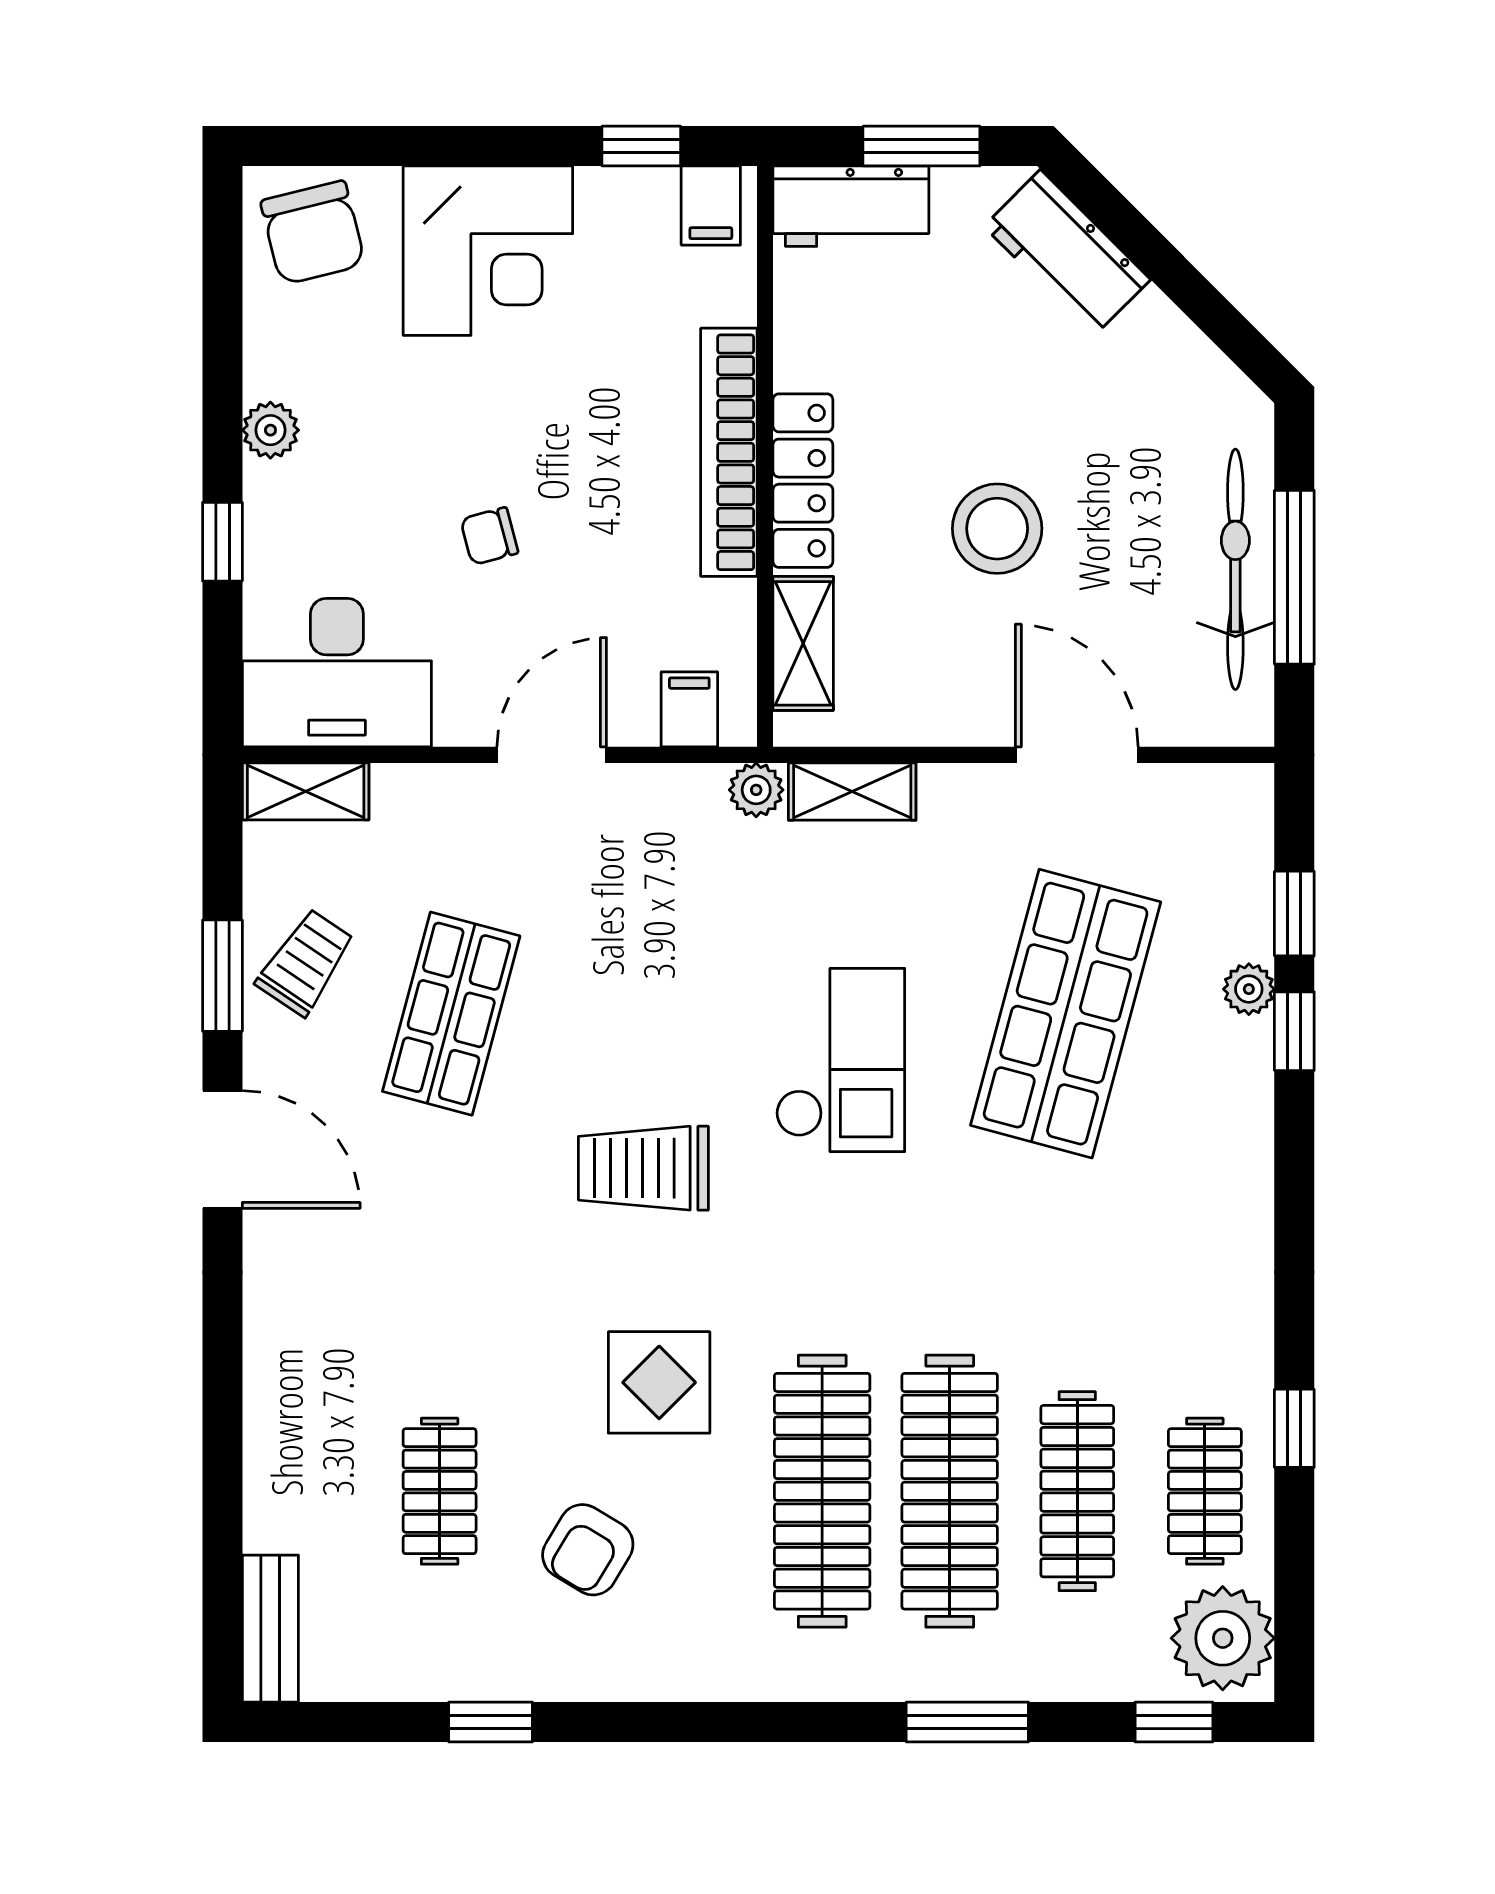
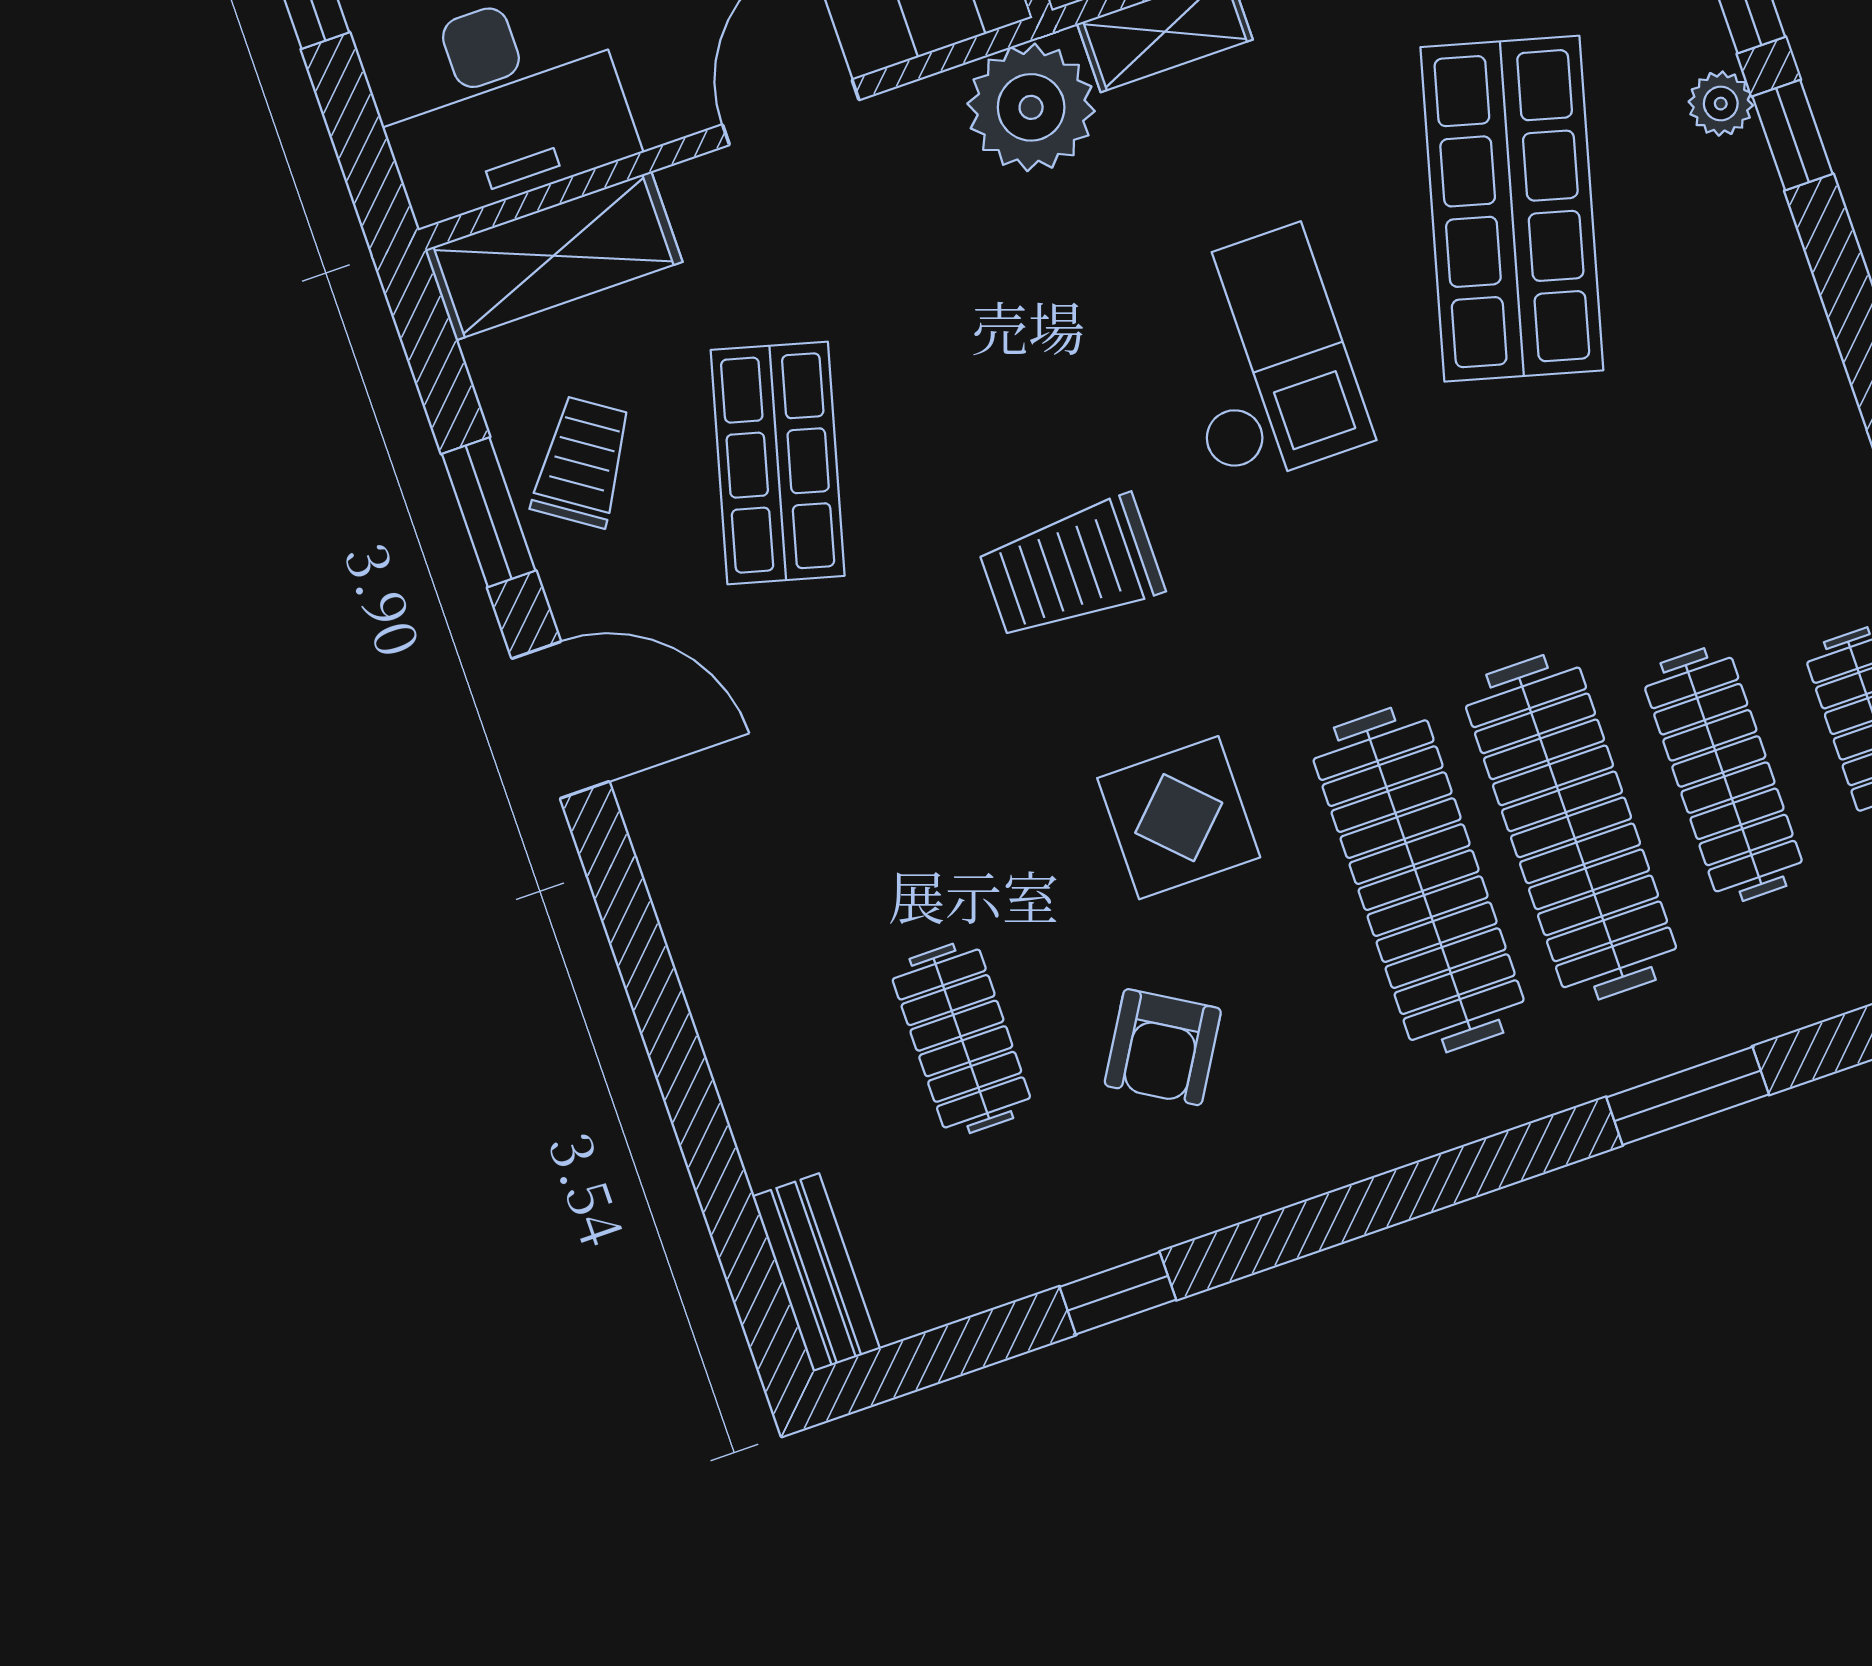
plant: (756, 790) -> (1031, 107), width x1.88, depth x1.88
shelving: (306, 791) -> (553, 256), width x1.50, depth x1.33

